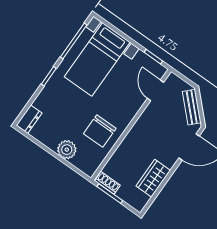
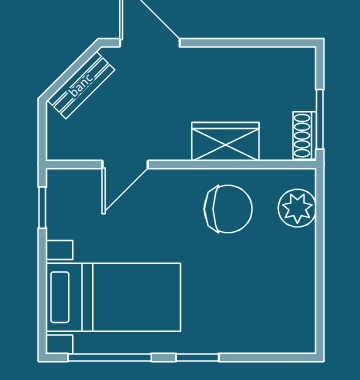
door: (156, 90) -> (125, 165), moved
dresser: (29, 119) -> (291, 340), removed
plant: (67, 150) -> (297, 208), moved
wardrobe: (153, 178) -> (225, 142), moved, turned 180

